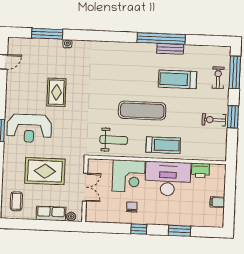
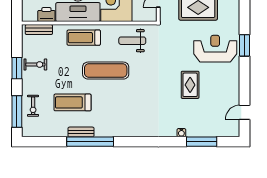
treadmill: (177, 79) -> (73, 102), turned 180
bench: (209, 155) -> (39, 30), added

